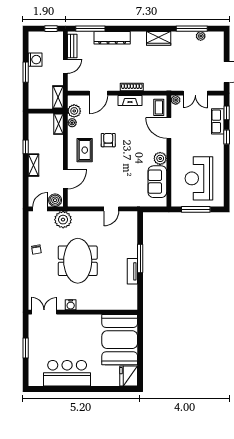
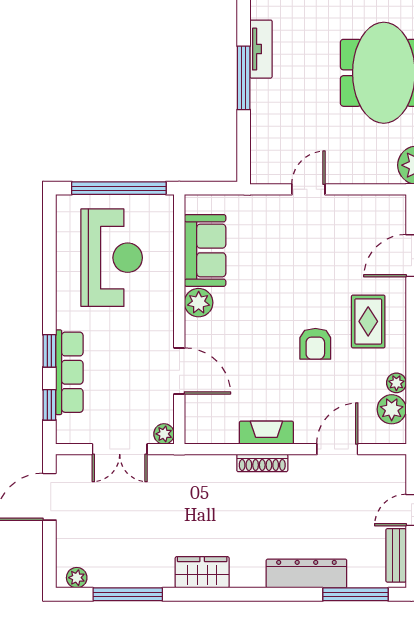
plant: (201, 36) -> (77, 578), moved
double door: (195, 93) -> (120, 449), swing flipped
coffee table: (159, 107) -> (202, 417), removed
row of seats: (218, 121) -> (69, 372), width x1.48
window: (196, 209) -> (119, 188), width x1.46

